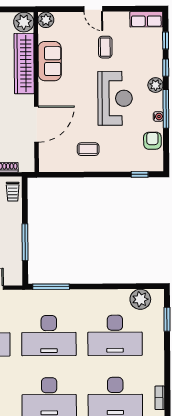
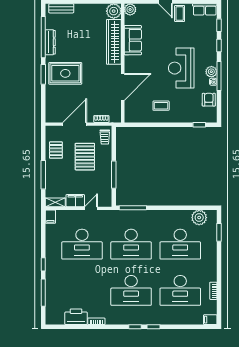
coffee table: (105, 47) -> (180, 14), moved
plant: (155, 85) -> (211, 72), moved
reception desk: (115, 98) -> (181, 68), turned 180

